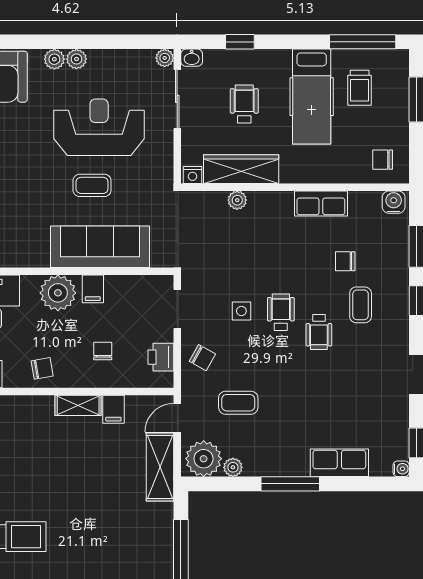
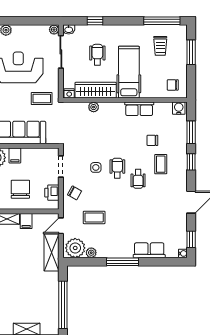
hospital bed: (312, 97) -> (129, 72), moved, turned 180
coffee table: (92, 185) -> (42, 99), moved
chair: (103, 351) -> (20, 189), width x1.87, depth x1.87

